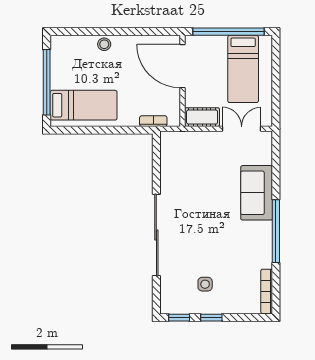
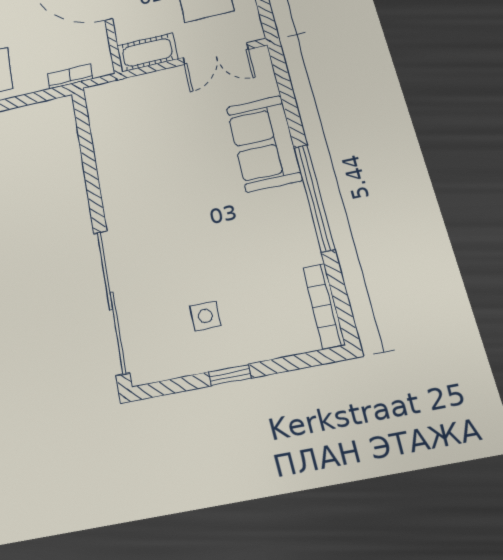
double door: (242, 129) -> (216, 54), swing flipped
sliding door: (156, 235) -> (111, 301), moved
window: (179, 318) -> (169, 387), removed

